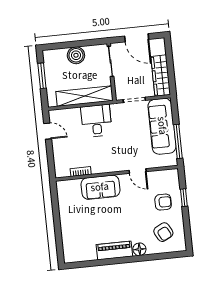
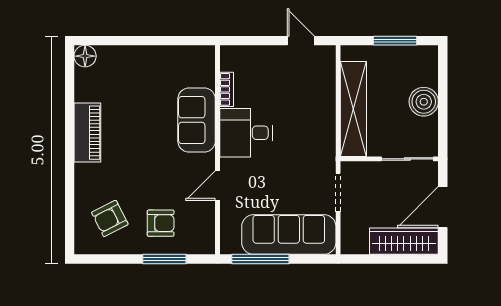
wardrobe: (161, 76) -> (404, 241), moved
desk: (96, 121) -> (246, 133), moved, turned 180
door: (48, 131) -> (301, 41), swing flipped
window: (184, 198) -> (164, 259), width x1.50
armchair: (163, 202) -> (161, 223), turned -90
floor lamp: (139, 249) -> (85, 56), moved

